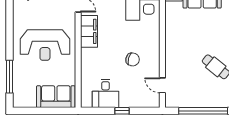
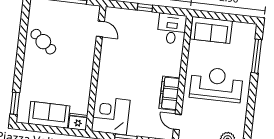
chair: (133, 59) -> (128, 59), removed
desk: (106, 93) -> (172, 29), moved

